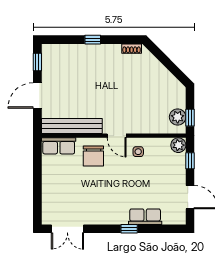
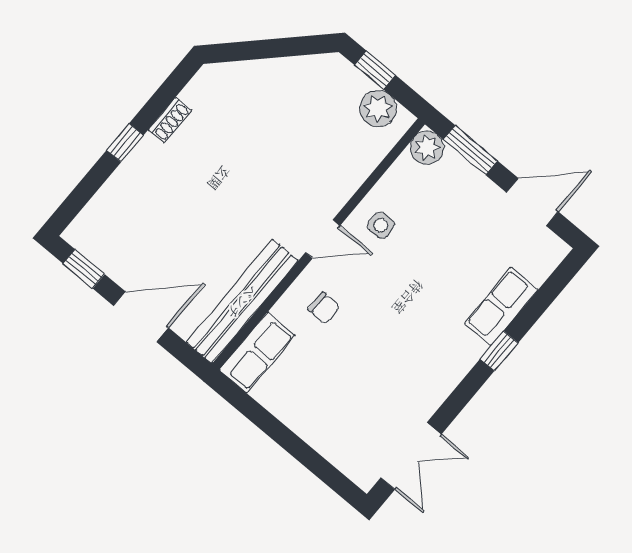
shoe rack: (132, 49) -> (170, 120), moved
door: (37, 95) -> (141, 317), swing flipped
window: (190, 118) -> (375, 70), moved
chair: (93, 156) -> (324, 308), width x0.54, depth x0.54
window: (190, 161) -> (470, 150), width x1.50

